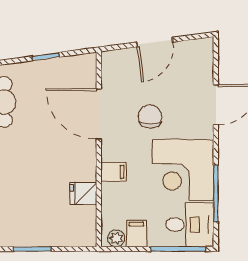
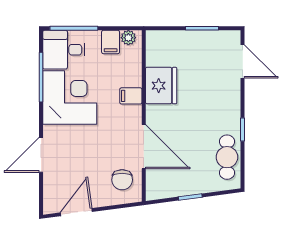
door: (155, 42) -> (76, 212), moved
chair: (150, 117) -> (122, 180), moved
fridge: (83, 194) -> (161, 86), width x1.88, depth x1.34

